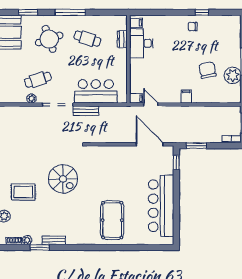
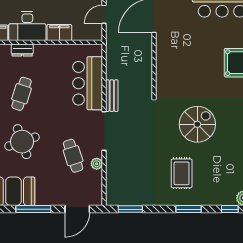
filing cabinet: (136, 98) -> (59, 33), moved, width x2.00
rug: (23, 192) -> (182, 173), moved

